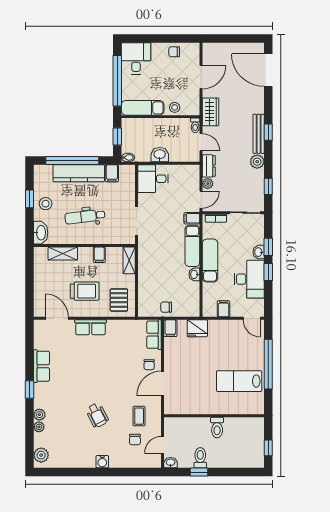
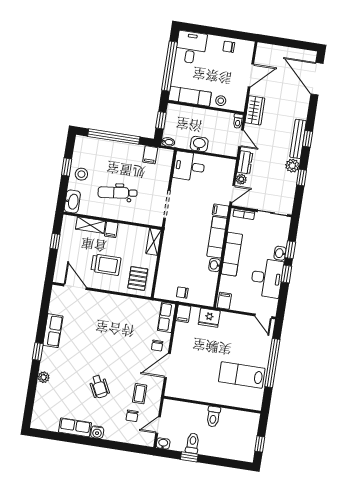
kitchen counter: (79, 173) -> (118, 150), removed
window: (268, 186) -> (301, 177), moved
filing cabinet: (99, 255) -> (111, 229), moved
window: (30, 276) -> (55, 241), added
filing cabinet: (224, 309) -> (224, 301), moved
row of seats: (90, 327) -> (75, 427), moved, turned 180
plant: (39, 427) -> (41, 389), removed
plant: (41, 455) -> (39, 417), removed

